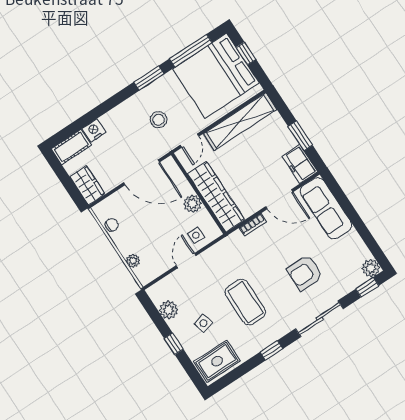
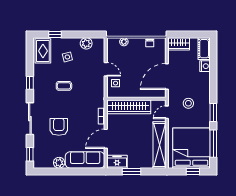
door: (190, 141) -> (167, 112), hinge flipped
plant: (192, 204) -> (133, 92), removed
plant: (371, 268) -> (59, 163), moved
coffee table: (245, 302) -> (64, 86), width x0.54, depth x0.58
window: (174, 344) -> (55, 34), moved

